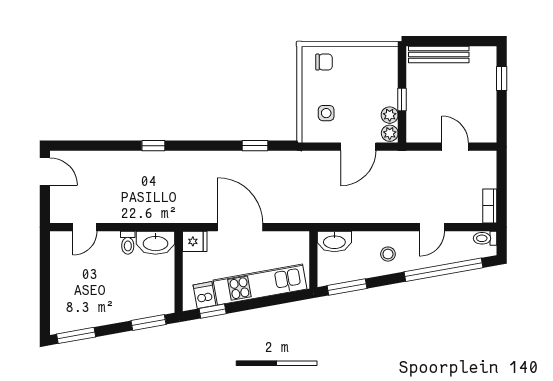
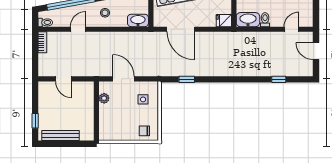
bench: (439, 55) -> (61, 135), moved
window: (402, 100) -> (96, 108), removed
plant: (390, 133) -> (104, 87), removed
window: (153, 146) -> (279, 79), moved
door: (358, 147) -> (123, 79), hinge flipped
door: (45, 172) -> (316, 51), moved
door: (240, 227) -> (181, 29), moved

